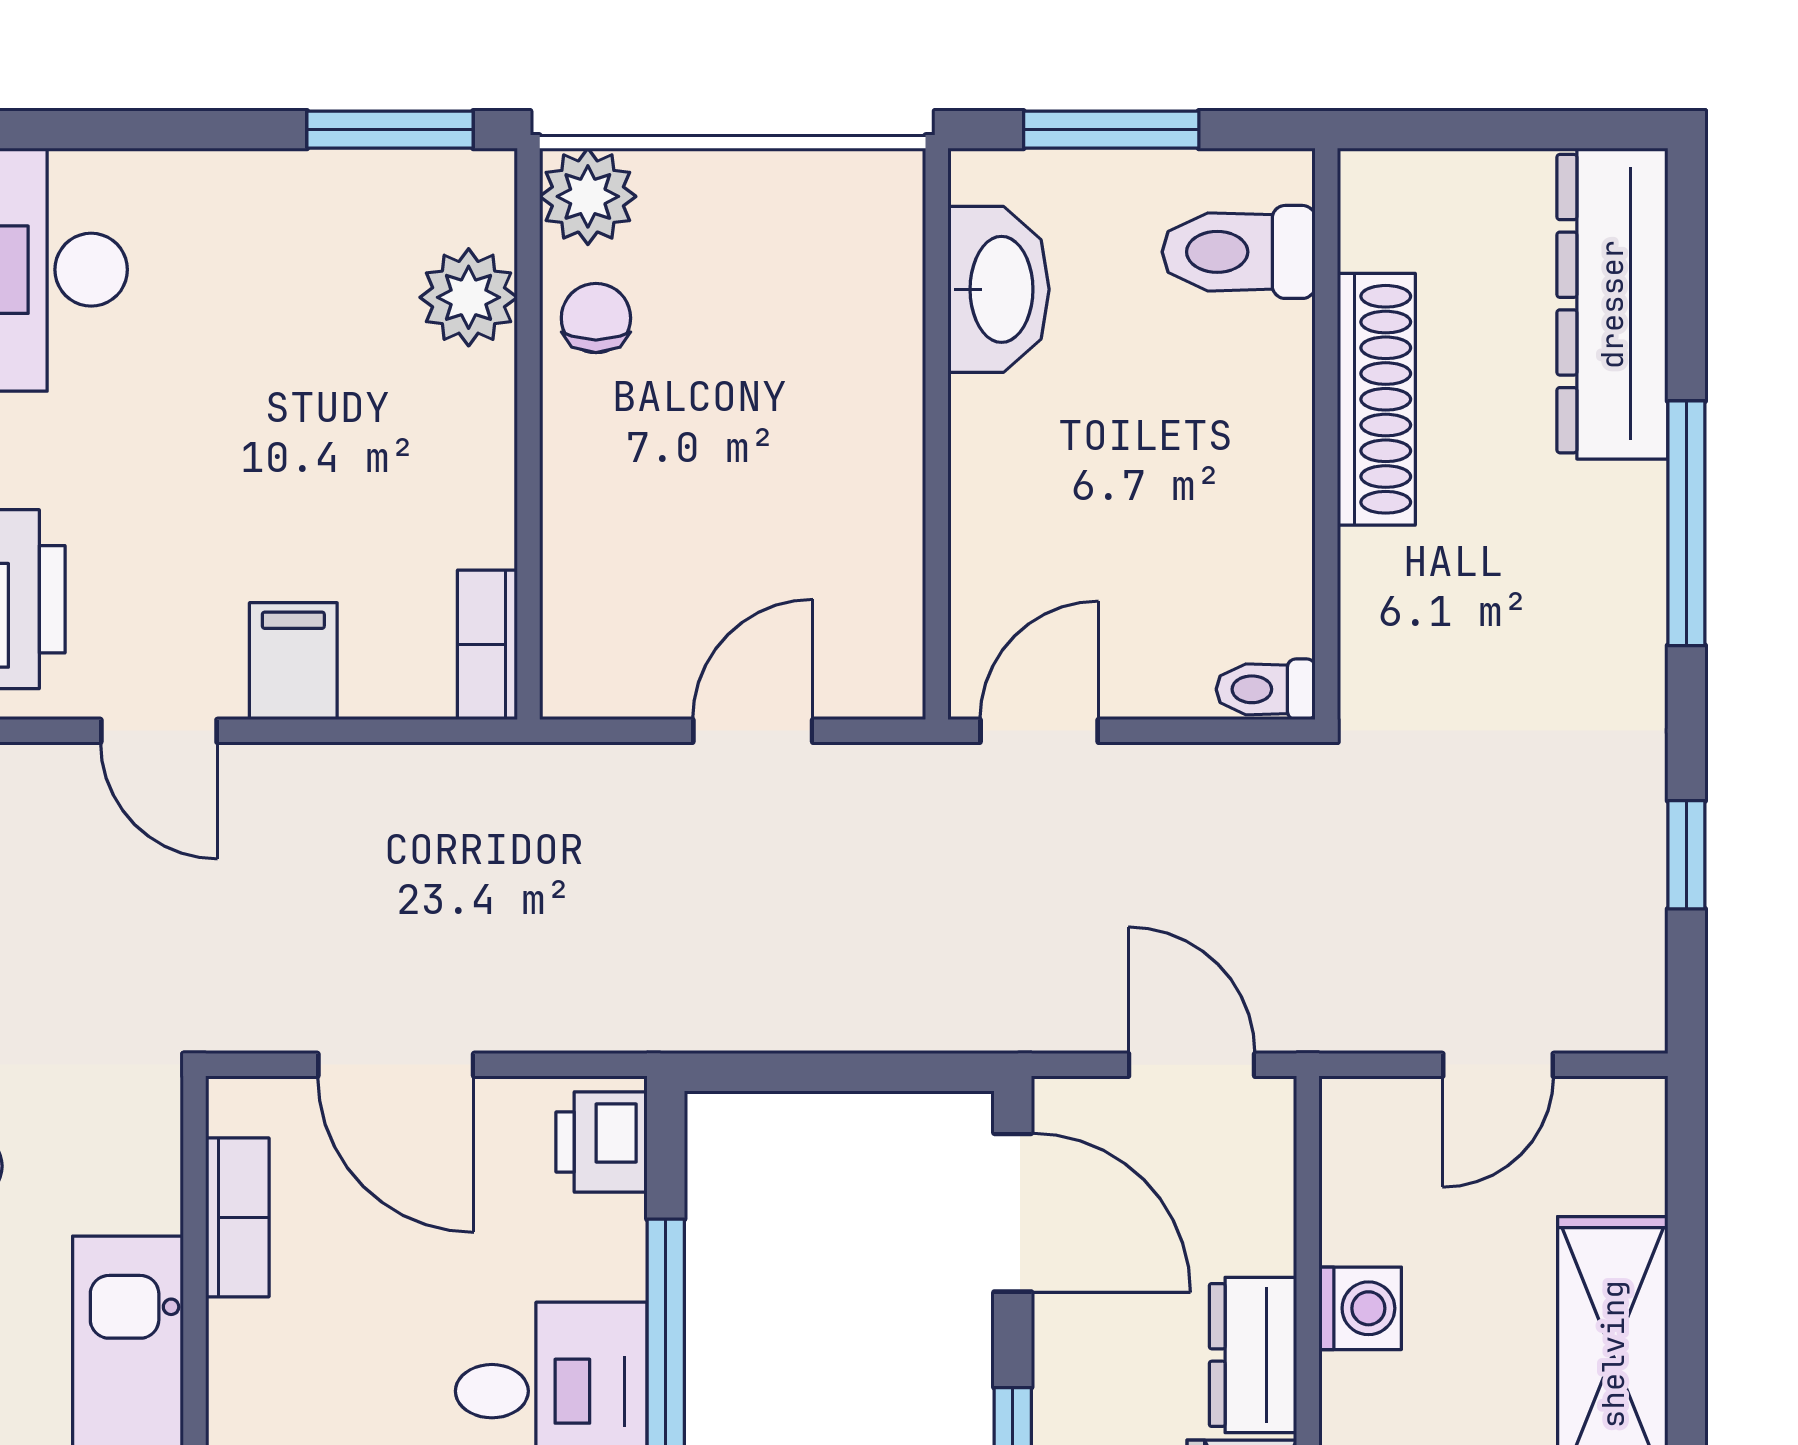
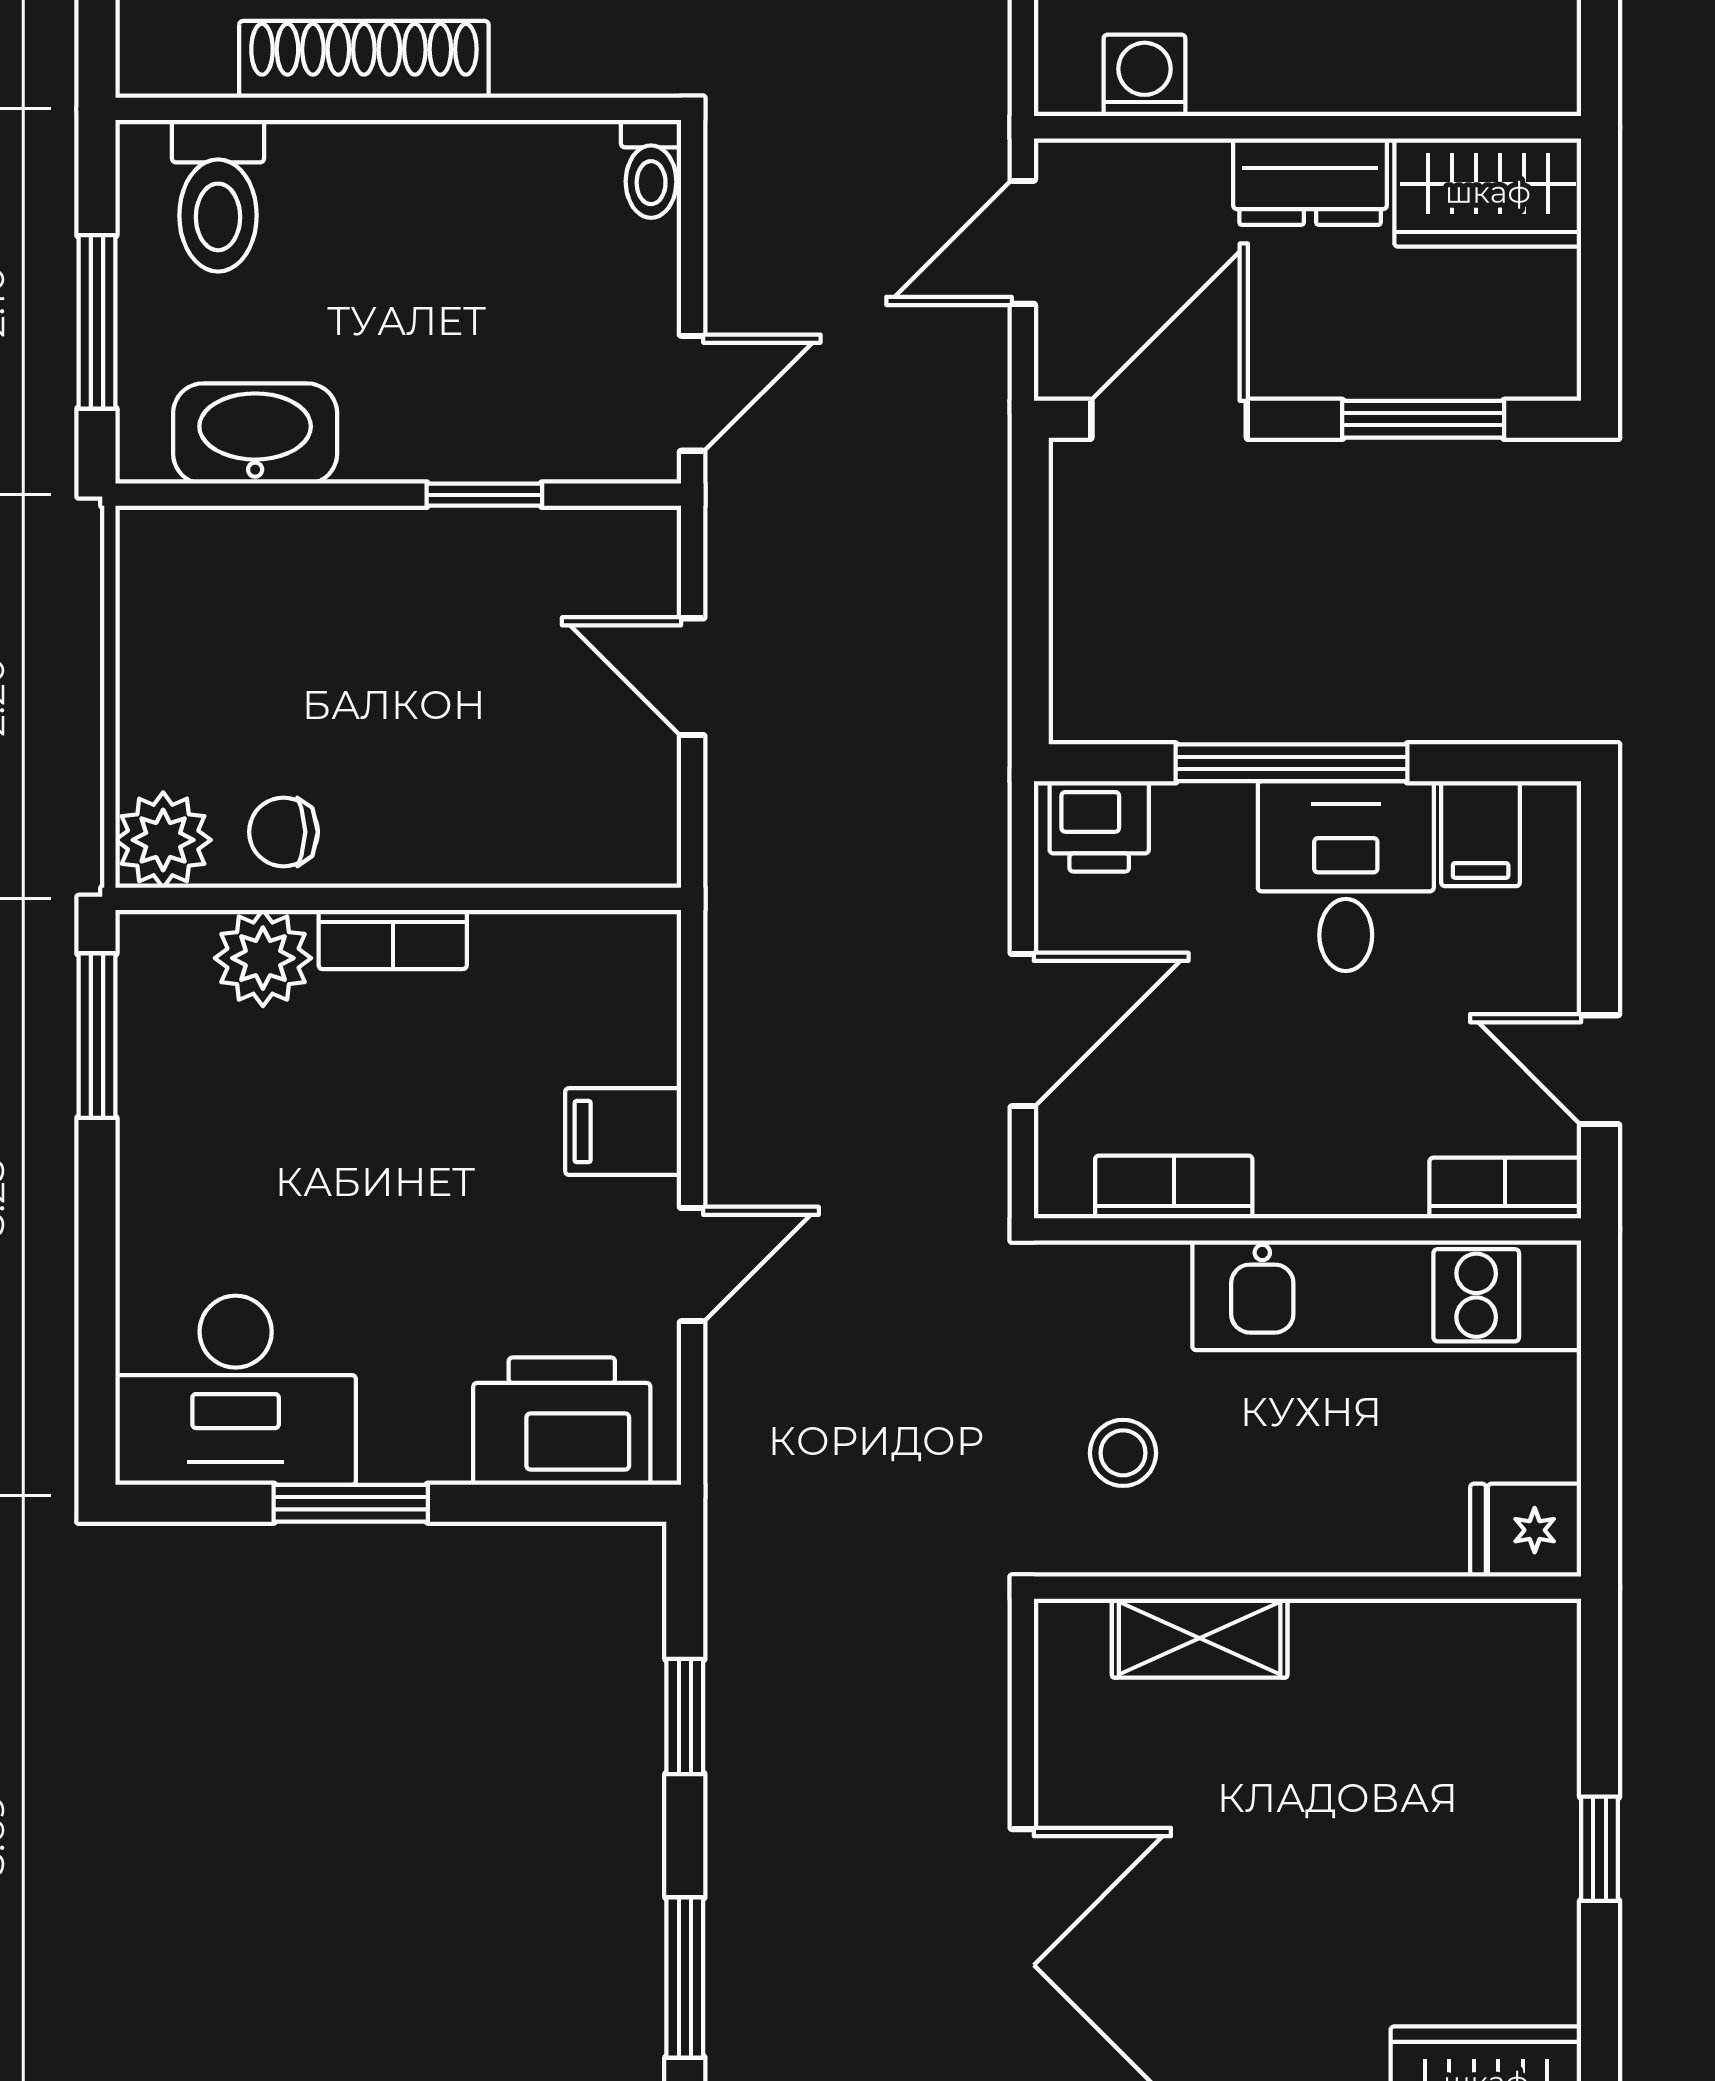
window: (937, 521) -> (484, 495), added
bookcase: (487, 645) -> (393, 939), moved
door: (1039, 731) -> (692, 393), swing flipped
washing machine: (1360, 1308) -> (1145, 75), moved

